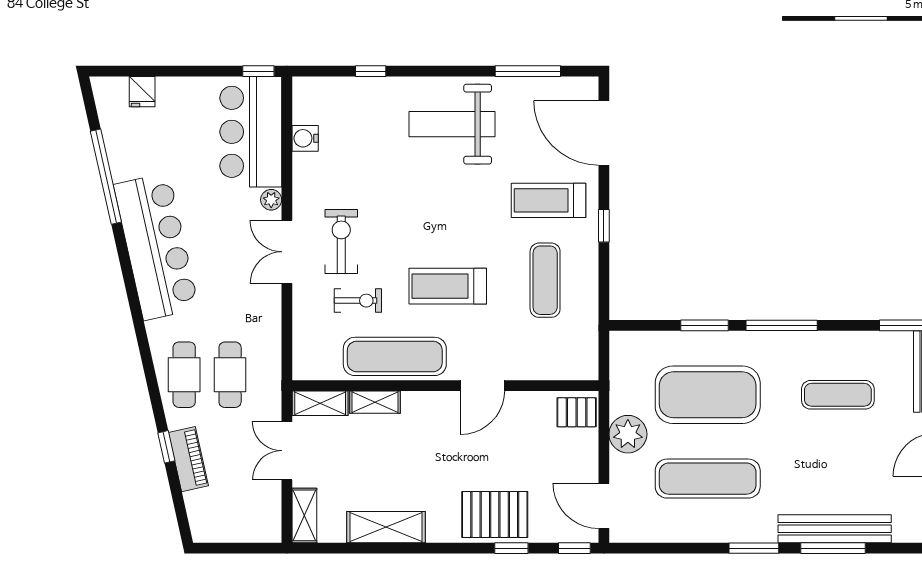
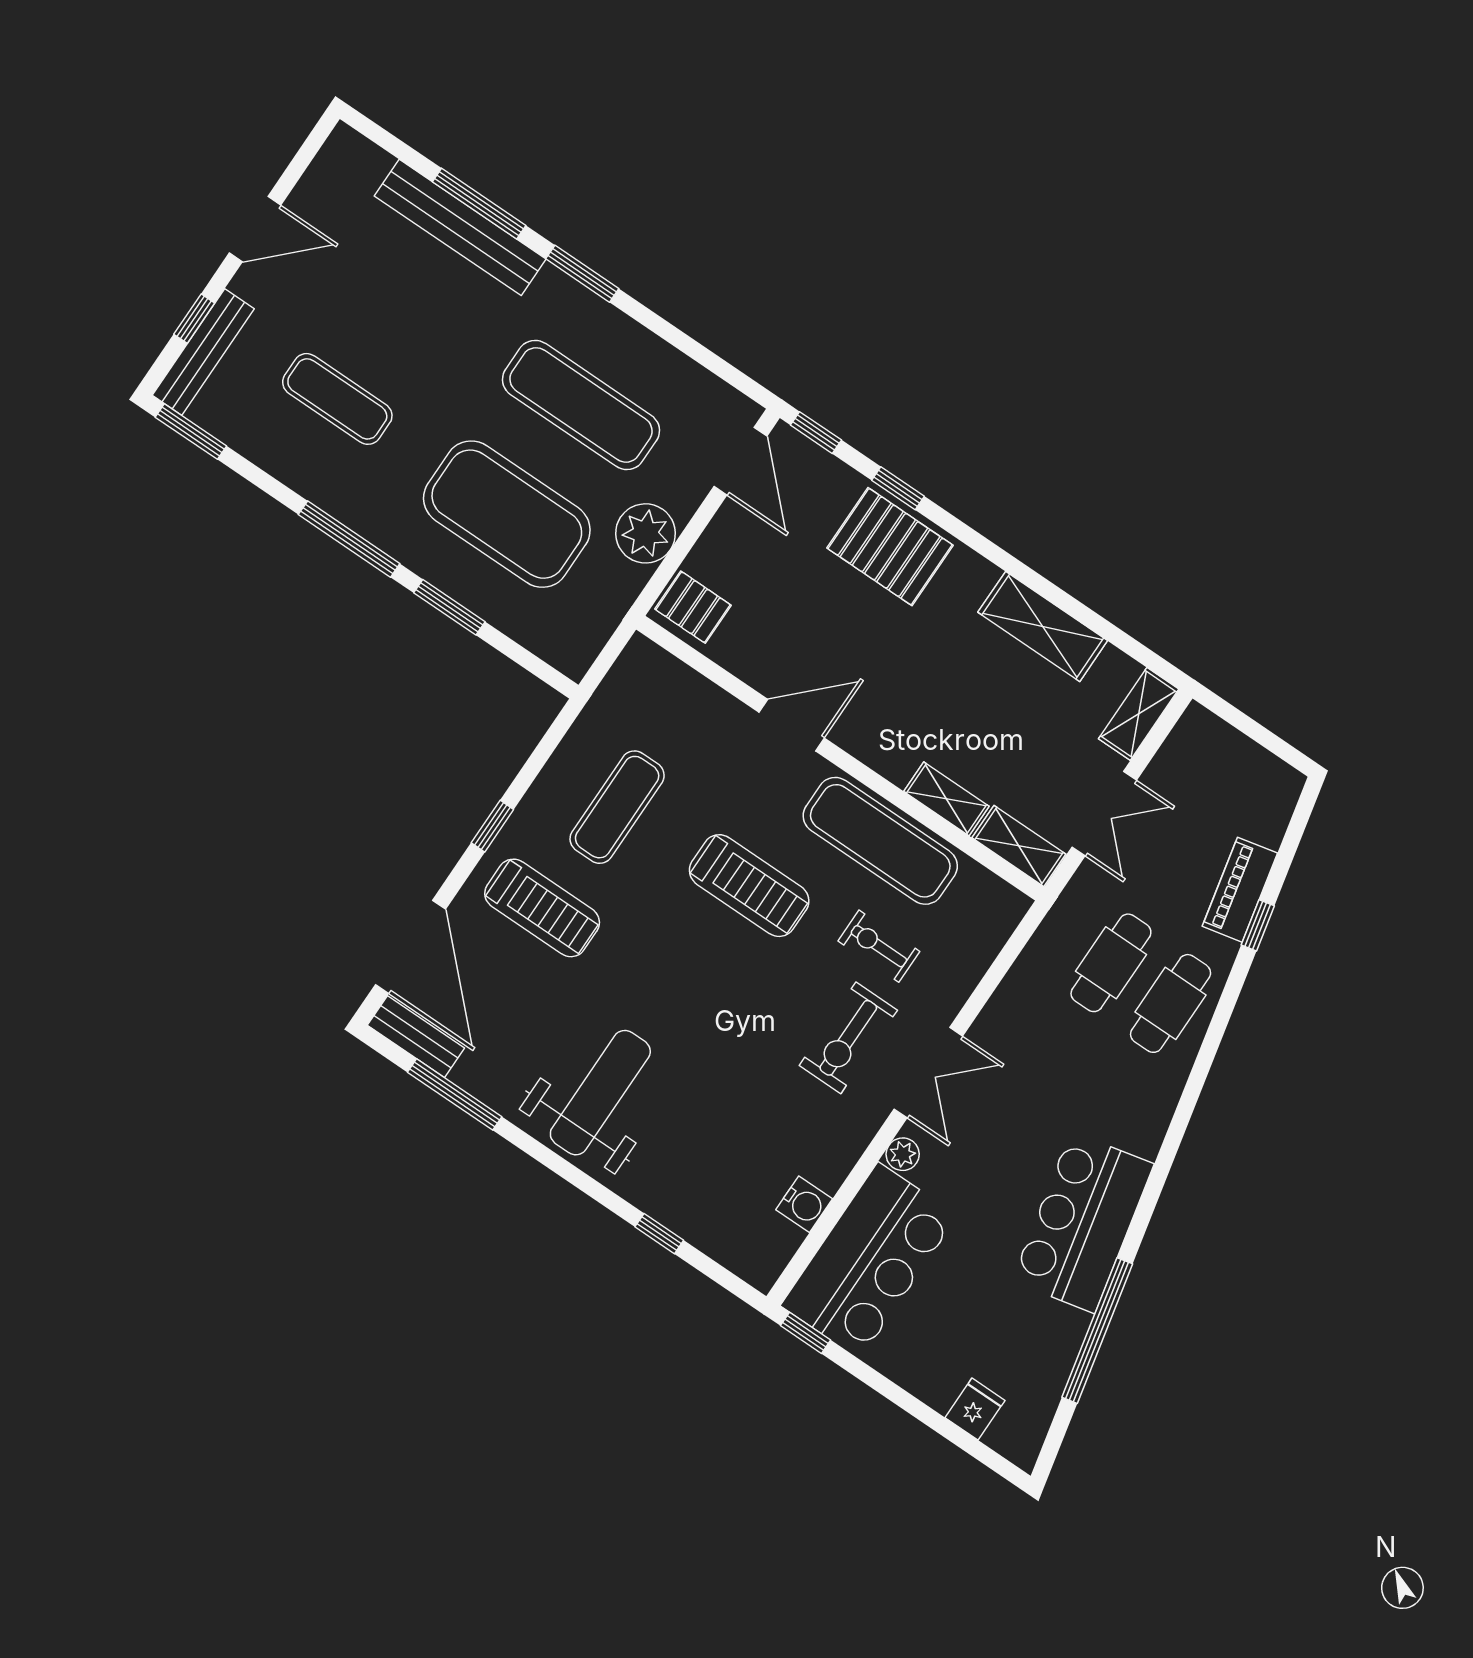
bench: (569, 88) -> (416, 1037), added
weight bench: (452, 124) -> (600, 1093), turned -90
bar counter: (156, 247) -> (1083, 1222), width x0.73

